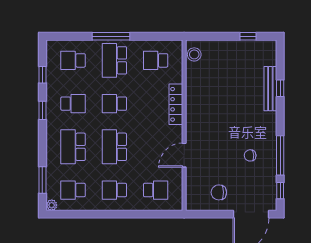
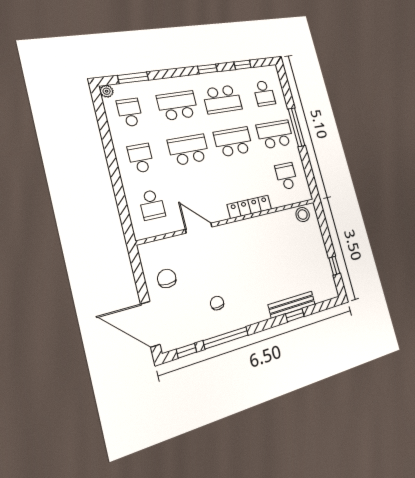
school desk: (73, 60) -> (264, 93), turned 180
school desk: (73, 104) -> (222, 99), width x1.85
school desk: (114, 104) -> (233, 142), width x1.85

